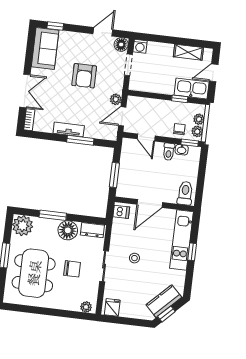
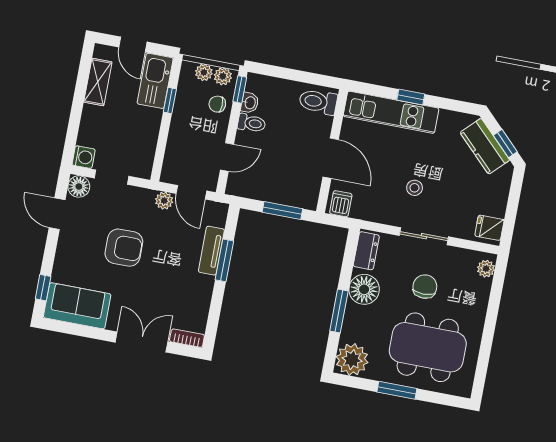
tv unit: (69, 129) -> (211, 251), moved

